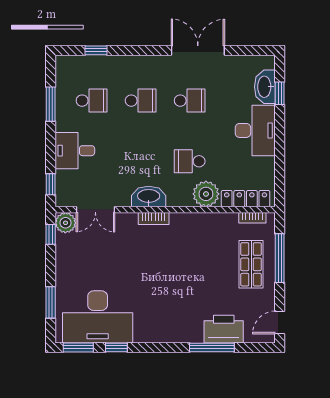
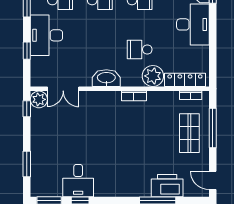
desk: (75, 151) -> (46, 35), width x1.37
window: (51, 184) -> (27, 51), moved
bookcase: (154, 218) -> (134, 96), moved
desk: (98, 317) -> (78, 181), width x0.53, depth x0.77
door: (280, 323) -> (213, 180), hinge flipped

